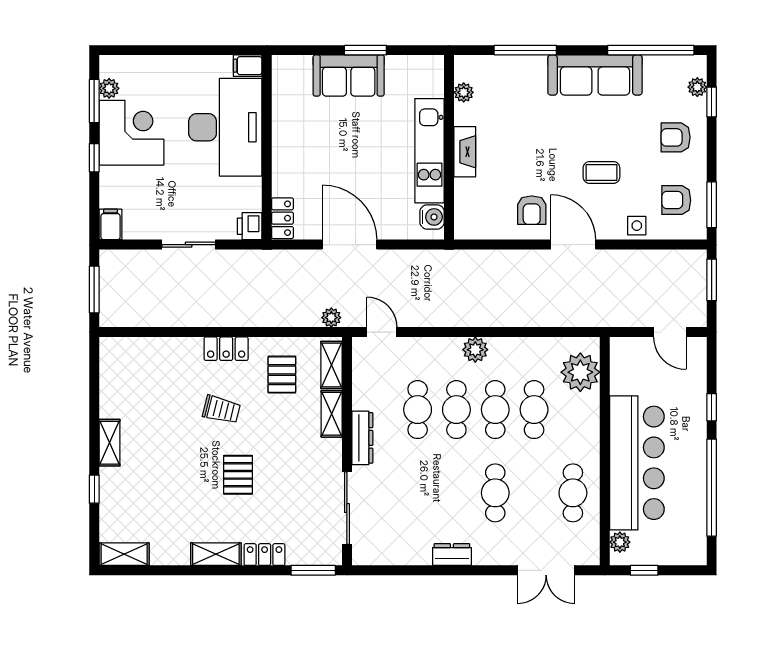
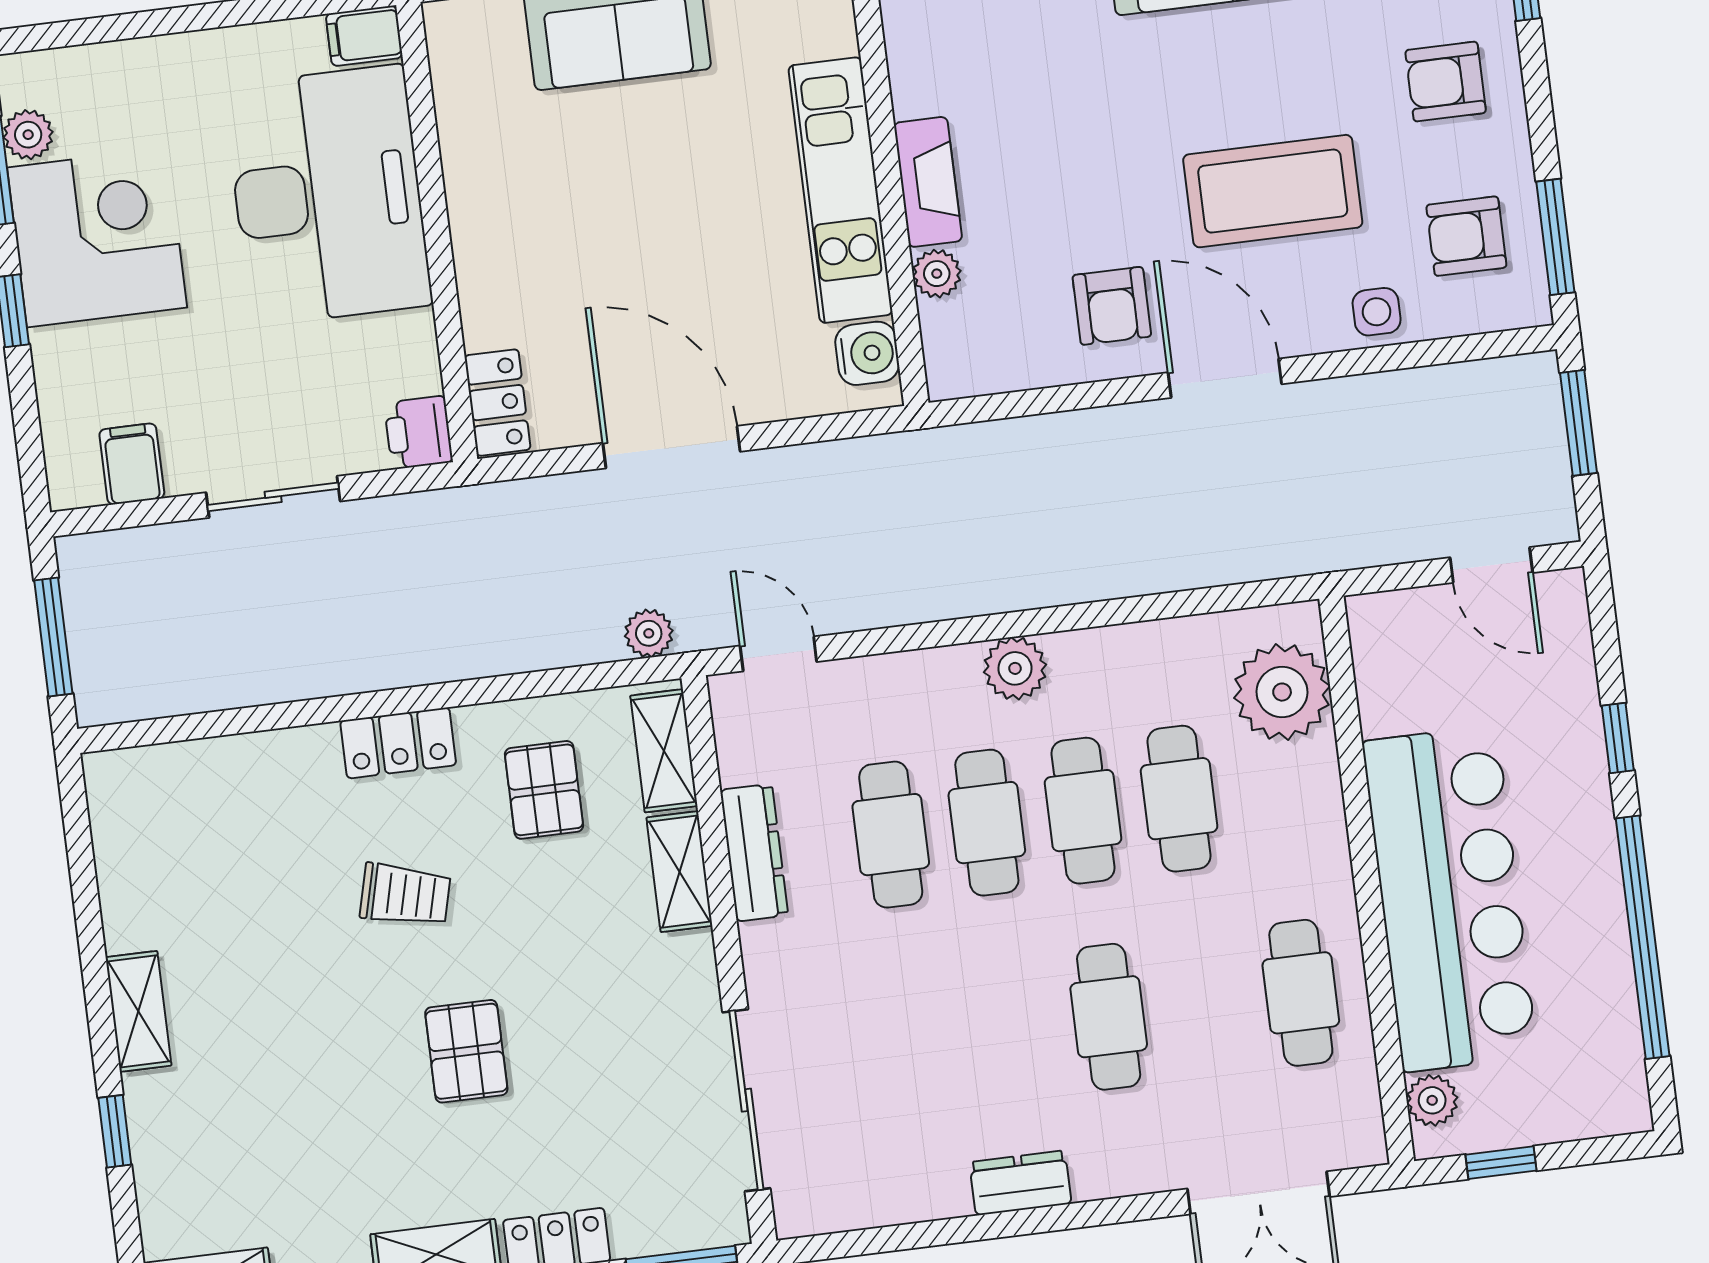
plant: (464, 92) -> (937, 274), moved
coffee table: (601, 172) -> (1273, 191), width x1.86, depth x1.72
filing cabinet: (110, 224) -> (132, 464), moved
dresser: (362, 438) -> (754, 853), moved

